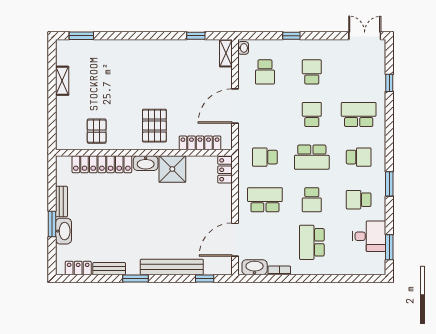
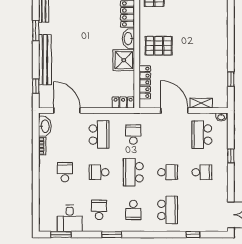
shelving: (226, 53) -> (201, 103), moved
school desk: (265, 72) -> (202, 135), width x1.85
school desk: (312, 242) -> (65, 172), width x0.54

